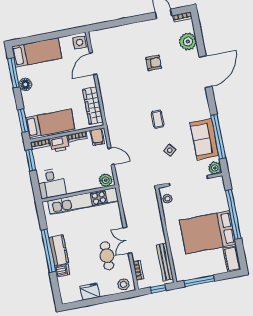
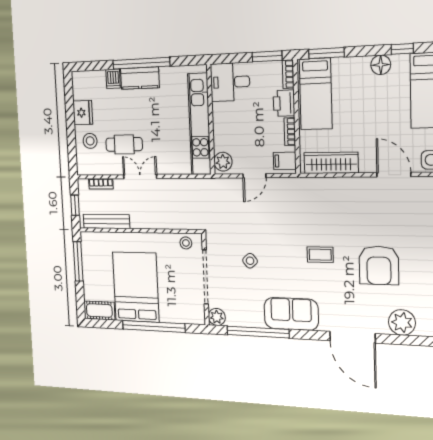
armchair: (154, 63) -> (379, 265), width x1.88, depth x1.88
window: (14, 73) -> (402, 49), width x0.46
coffee table: (158, 119) -> (320, 255), moved
sofa: (204, 139) -> (291, 314), moved
stool: (124, 284) -> (90, 141), moved

